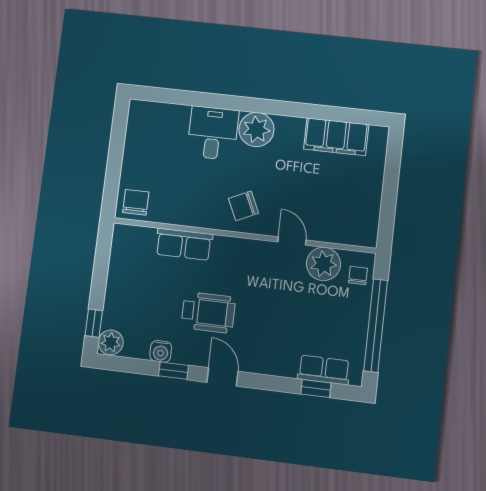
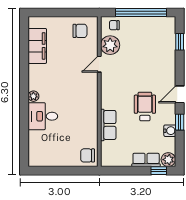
plant: (256, 130) -> (33, 96), width x0.53, depth x0.53
chair: (243, 206) -> (80, 31), moved, turned -65
row of seats: (324, 370) -> (146, 160), moved, turned 90

